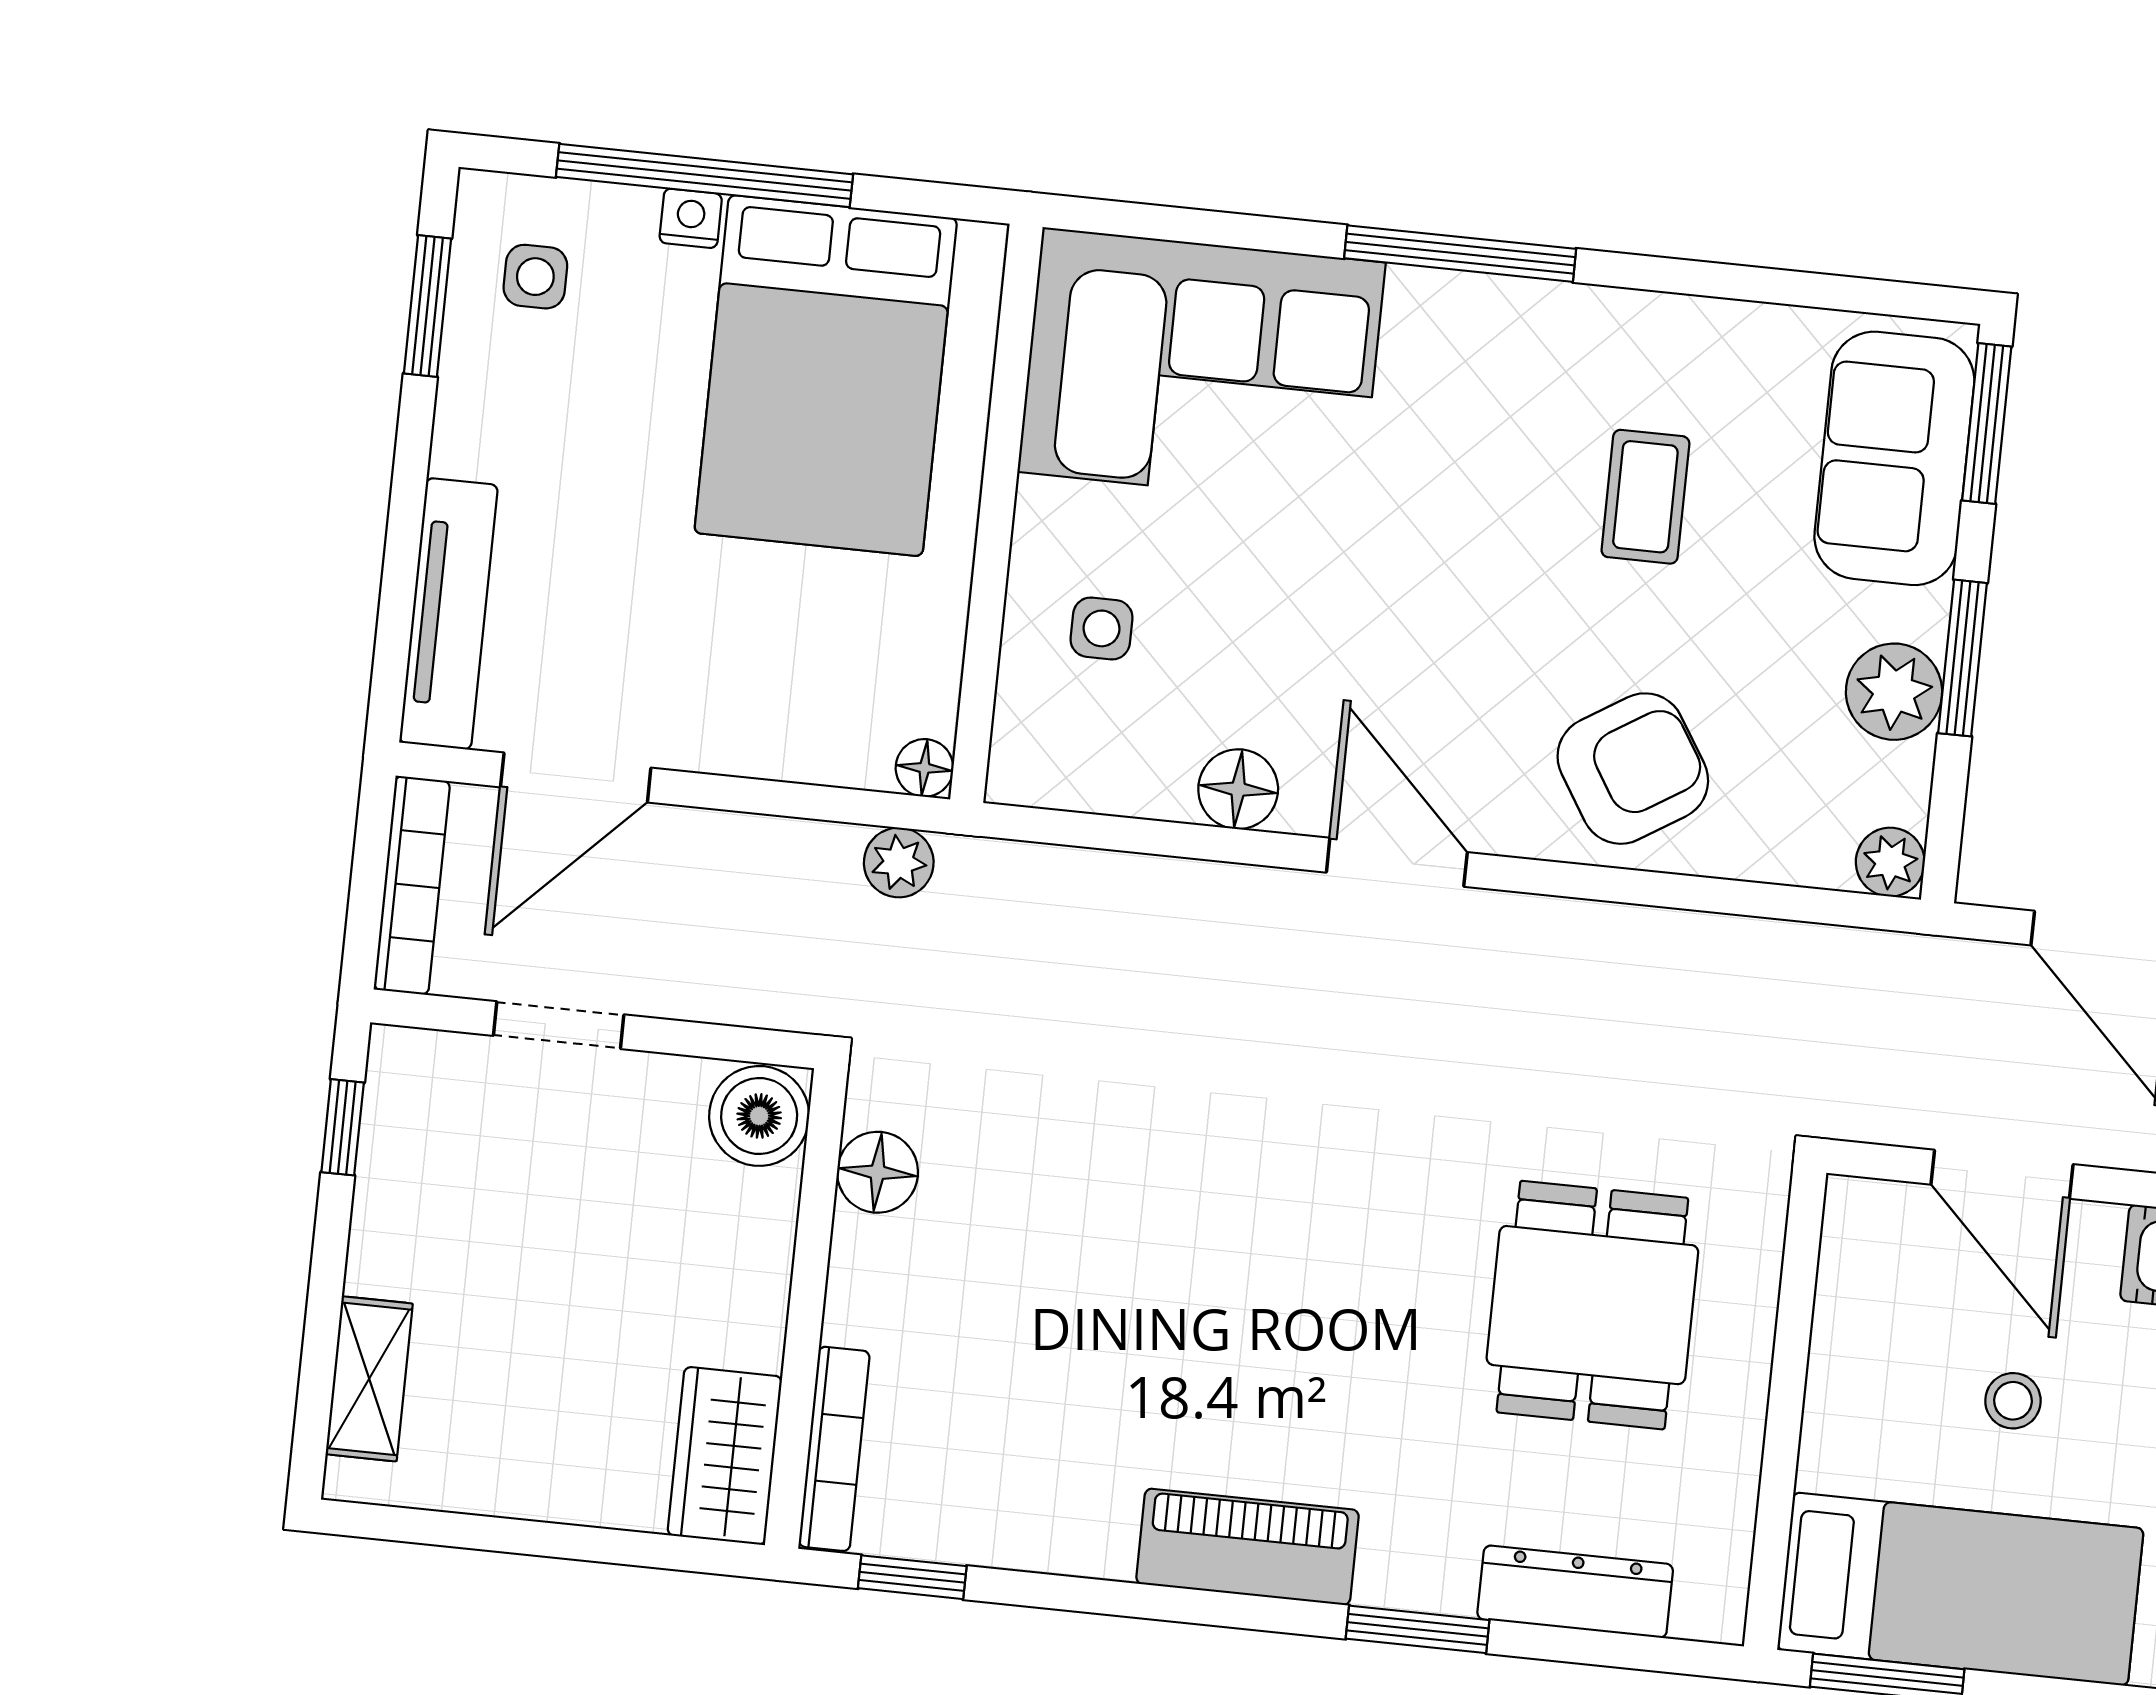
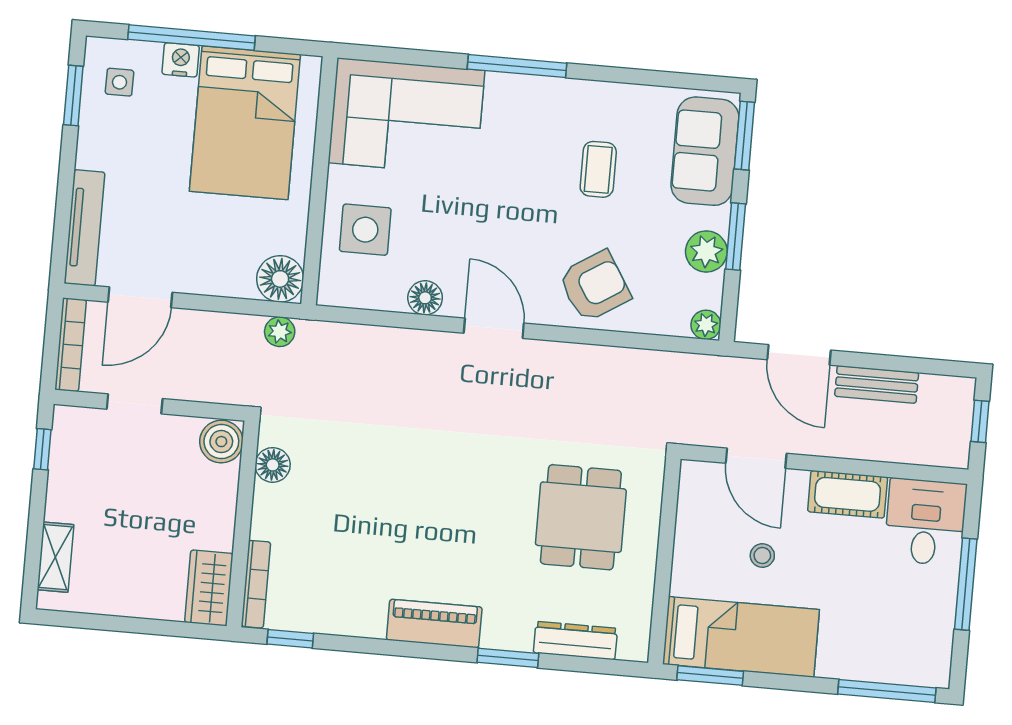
nightstand: (691, 218) -> (181, 60), width x1.39, depth x1.35
side table: (1101, 628) -> (365, 230), width x1.87, depth x1.87
floor lamp: (924, 768) -> (280, 279), width x1.89, depth x1.89

